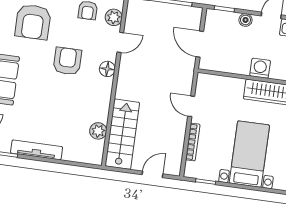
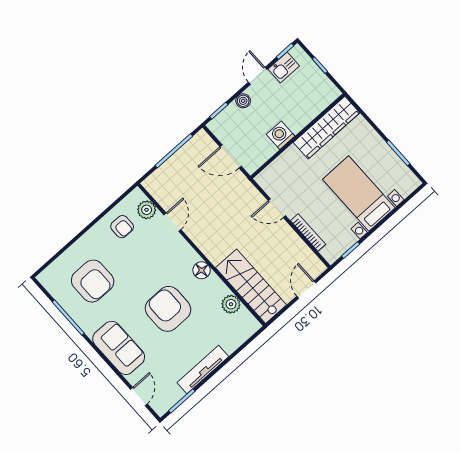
armchair: (67, 61) -> (168, 309), moved, width x1.36, depth x1.36
washing machine: (260, 68) -> (281, 135), moved
floor lamp: (107, 69) -> (202, 270), moved

